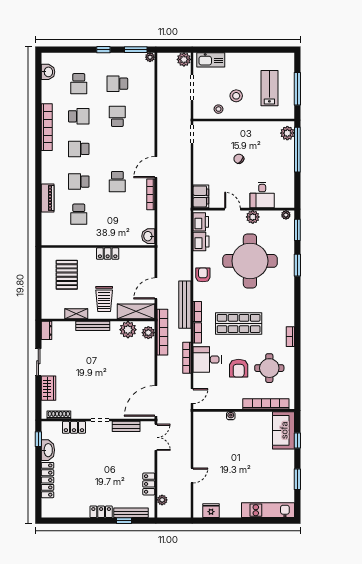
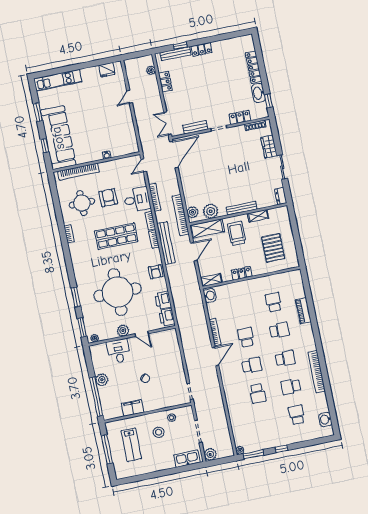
school desk: (117, 84) -> (252, 365), moved
plant: (287, 133) -> (102, 380), moved
filing cabinet: (201, 196) -> (133, 408), moved, turned 90
shelving: (143, 253) -> (211, 280), added
sofa: (284, 430) -> (58, 138), width x1.85, depth x1.27

